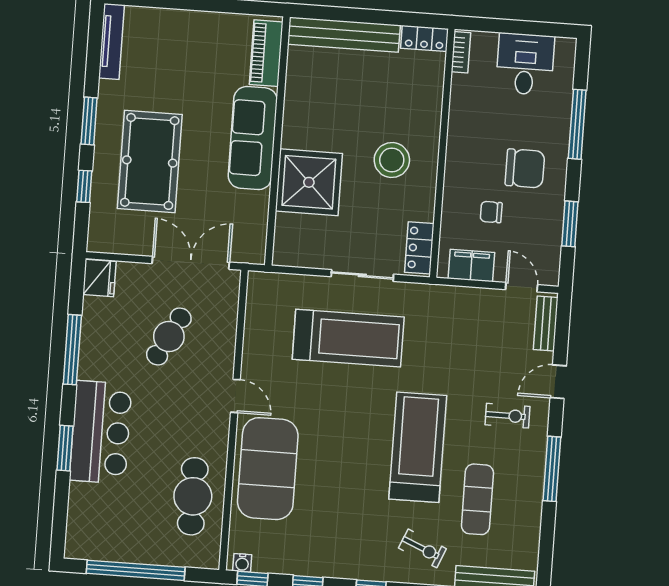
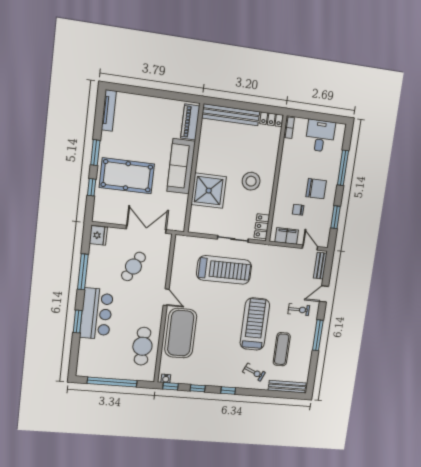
pool table: (150, 161) -> (127, 176), turned 90

